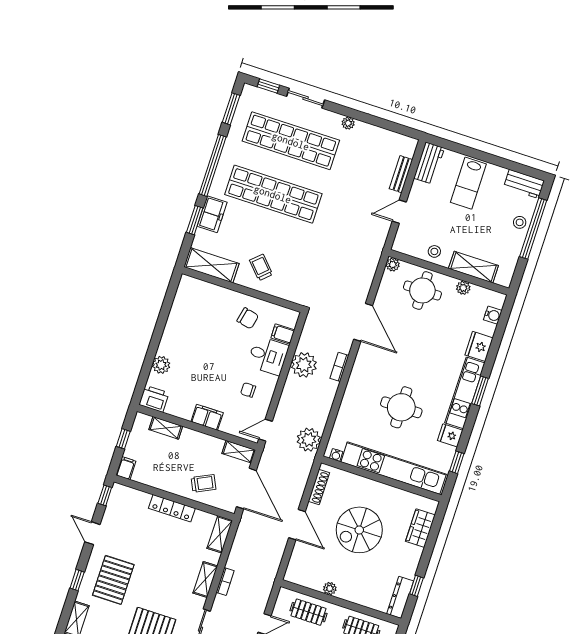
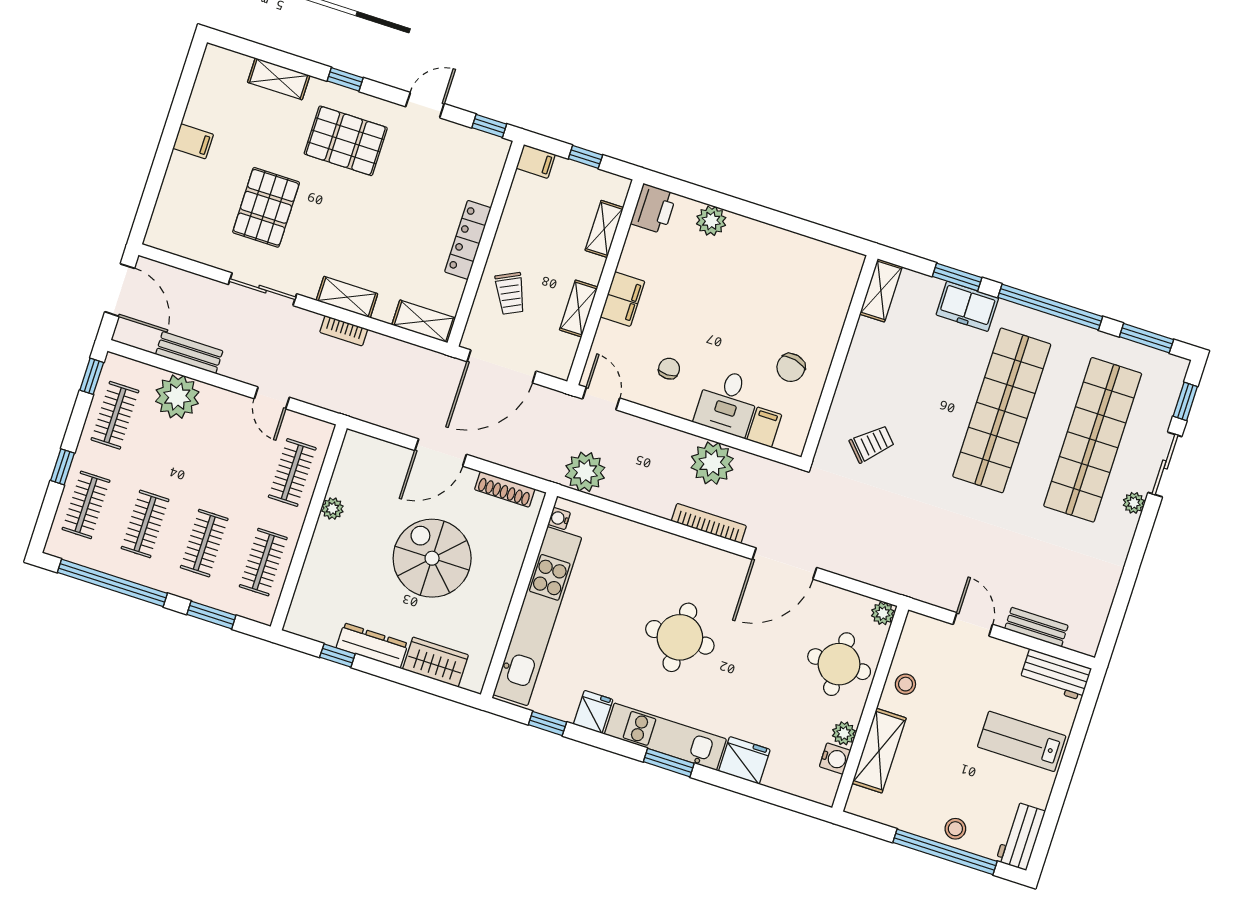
plant: (348, 123) -> (1134, 503), moved
shelving: (211, 265) -> (881, 290), width x0.67, depth x0.75
trolley: (261, 267) -> (872, 444), moved
water cooler: (493, 315) -> (835, 759), moved, turned -90
bookcase: (339, 367) -> (709, 523), width x1.56
round table: (401, 407) -> (680, 637), moved
shelving: (239, 452) -> (579, 309), moved
dresser: (400, 597) -> (372, 646), moved

